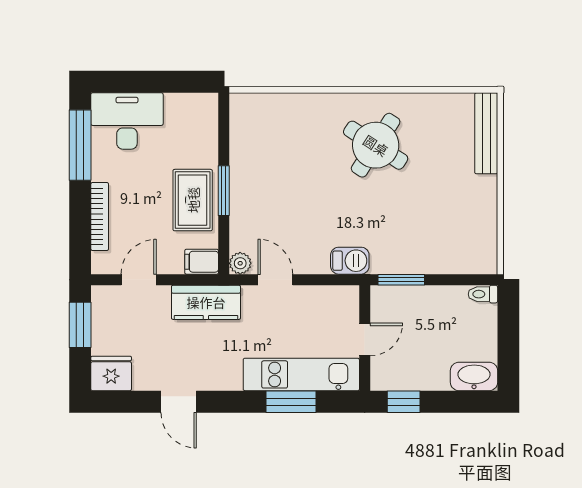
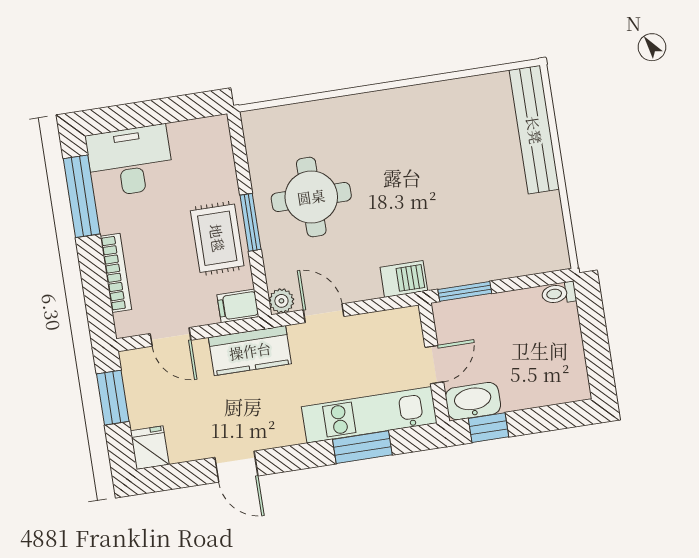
bench: (486, 133) -> (534, 130), width x1.37, depth x1.21
round table: (376, 145) -> (311, 197), moved, turned -33
door: (139, 280) -> (171, 337), swing flipped
fridge: (111, 373) -> (150, 448), width x0.72
washbasin: (474, 376) -> (473, 401), moved

